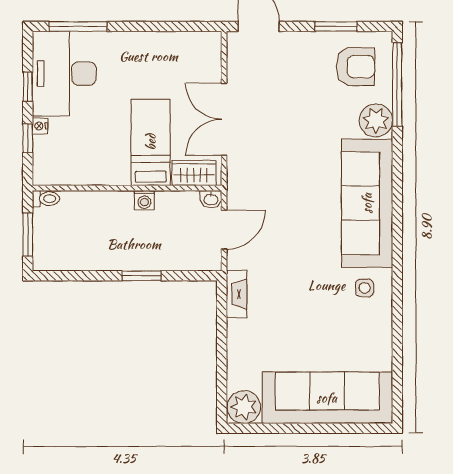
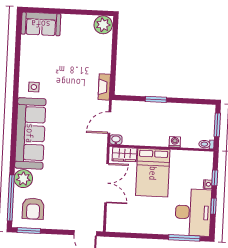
window: (336, 26) -> (29, 231), moved
armchair: (356, 67) -> (33, 209), turned -90
bed: (151, 142) -> (153, 173), width x1.50
washing machine: (144, 200) -> (175, 142), moved
sofa: (327, 398) -> (41, 24), width x0.54, depth x0.79

